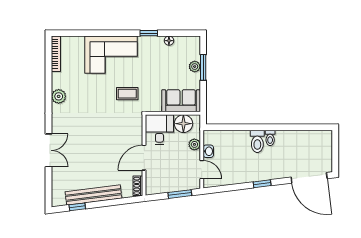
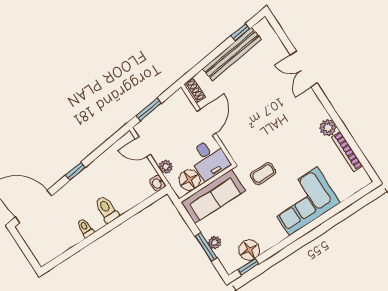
window: (149, 33) -> (248, 267), moved
floor lamp: (169, 41) -> (249, 250), width x1.89, depth x1.89
bookcase: (56, 54) -> (347, 151), moved
sofa: (181, 101) -> (213, 196), width x1.36
toilet: (270, 138) -> (85, 228), moved
washbasin: (208, 151) -> (157, 183), moved

